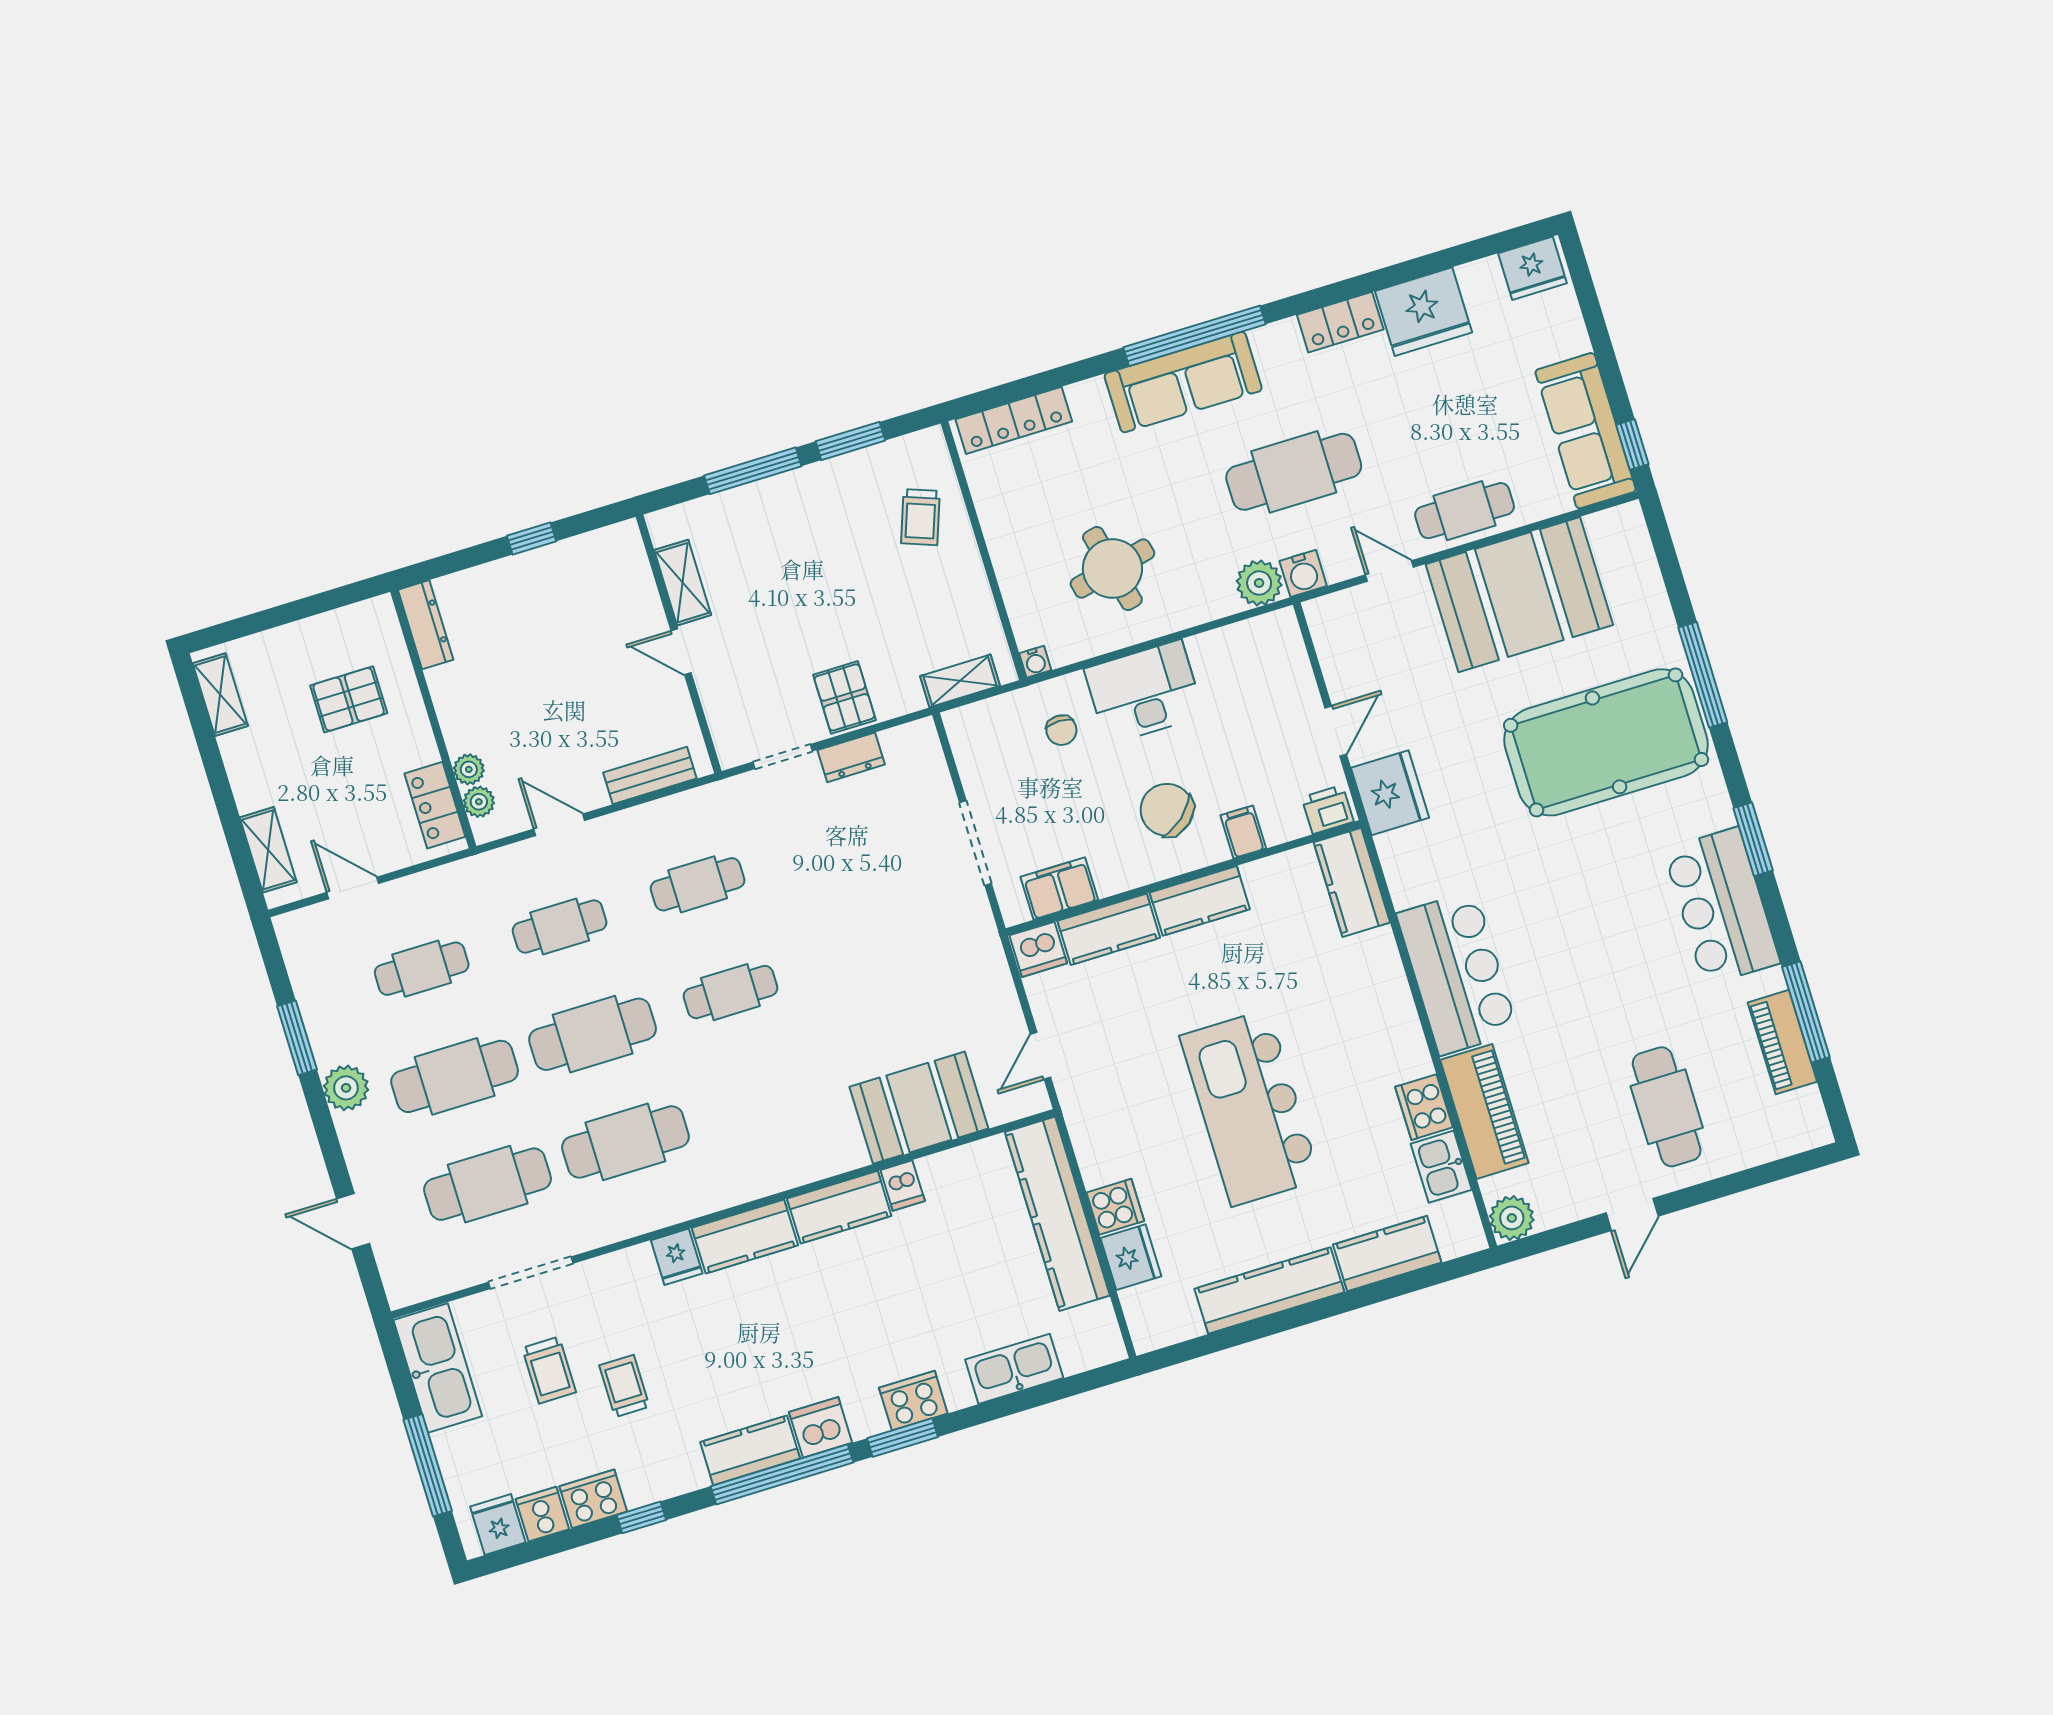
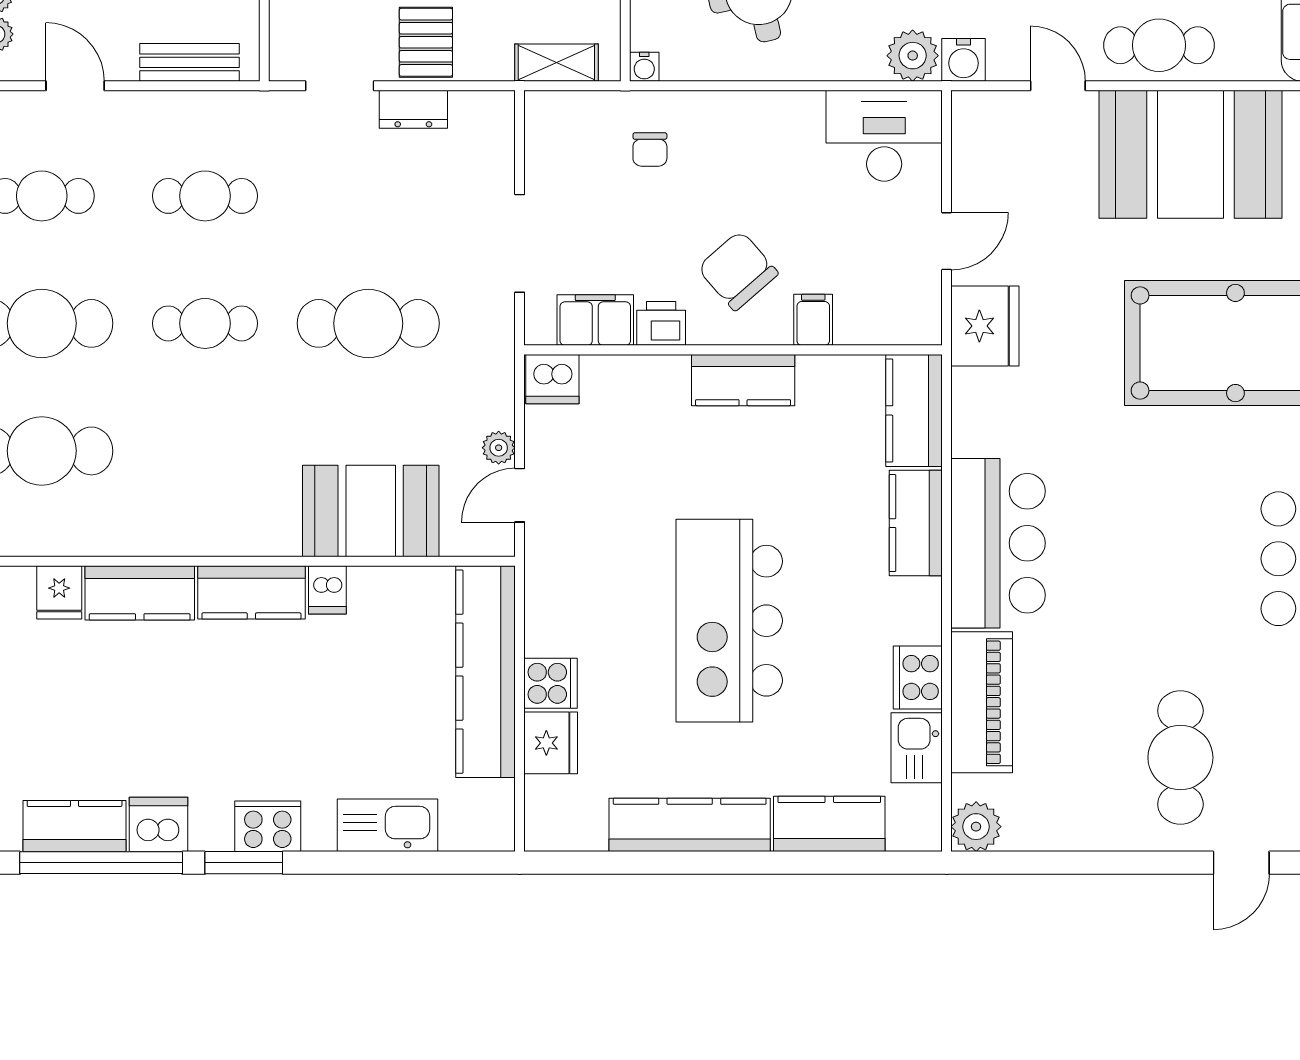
desk: (1144, 692) -> (884, 136), moved
printer: (1328, 809) -> (661, 323), moved
kitchen counter: (1109, 929) -> (916, 523), moved, turned 90
cafe table: (868, 950) -> (368, 323), added
plant: (1011, 1021) -> (499, 448), added
door: (1632, 1215) -> (1241, 863), moved

